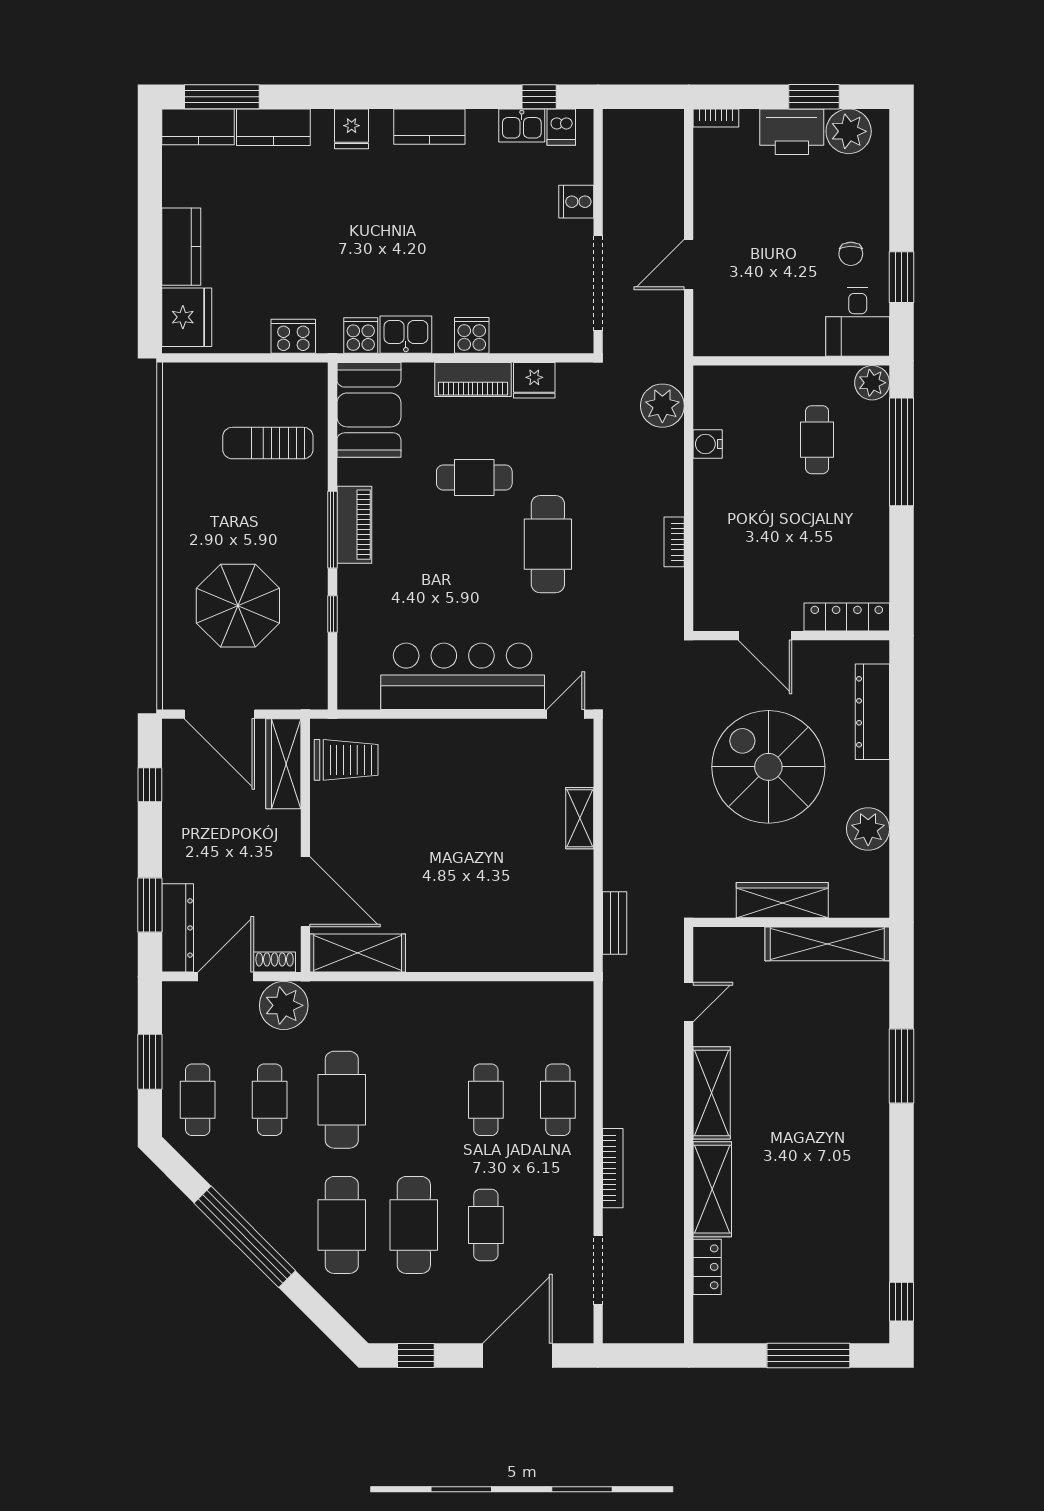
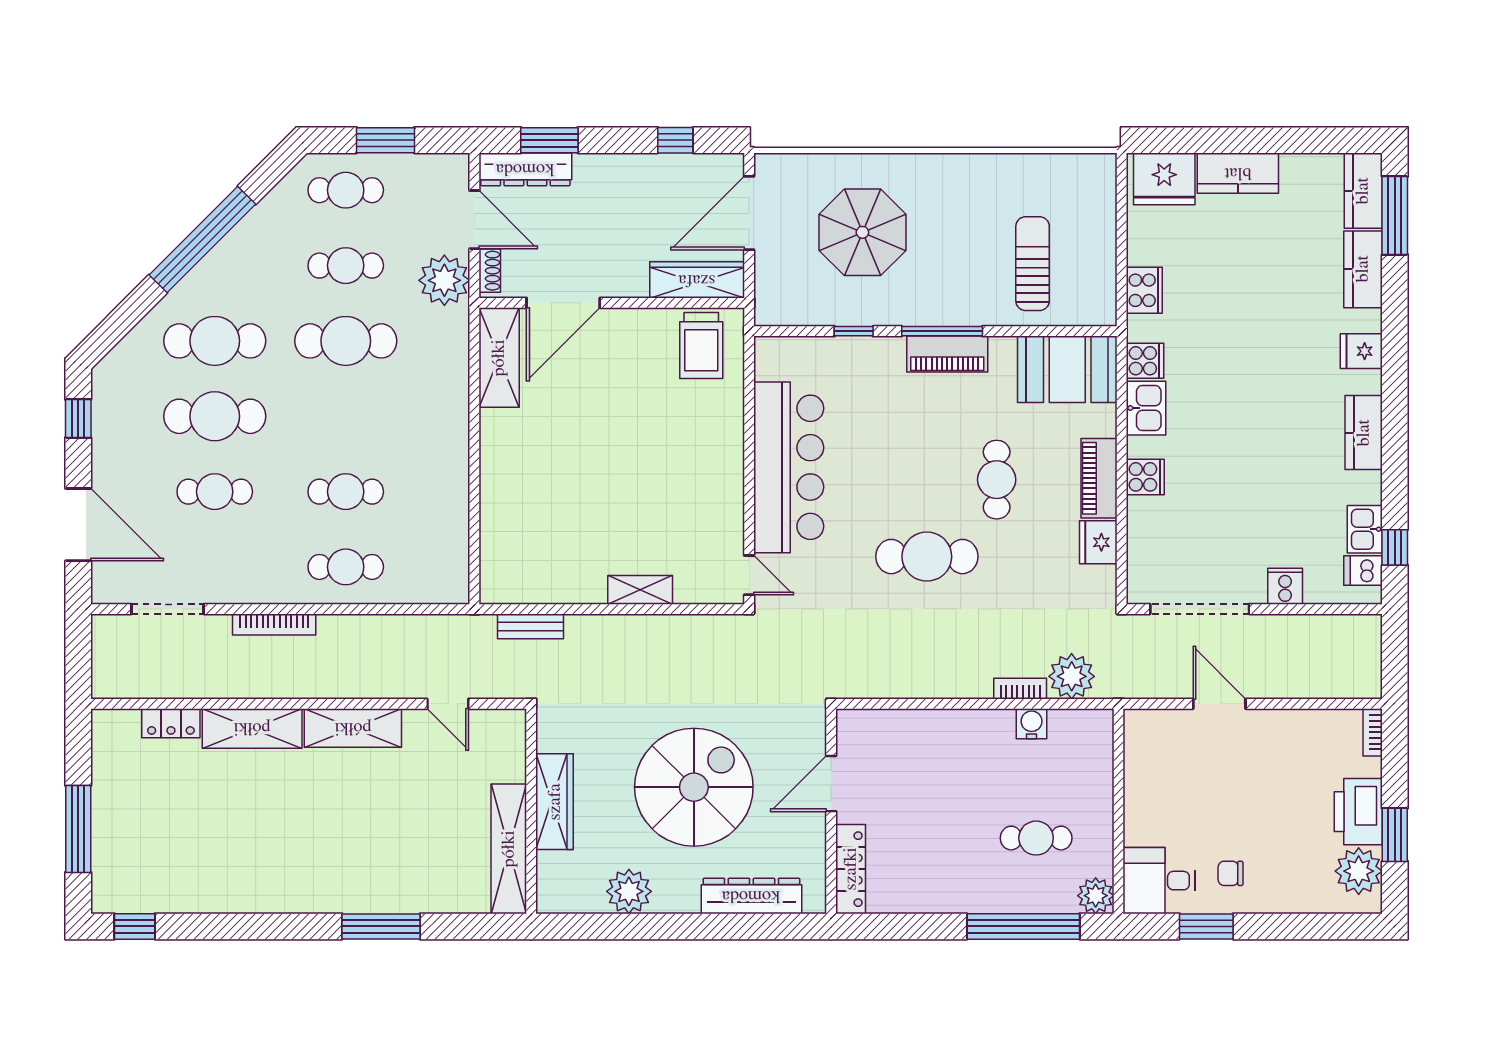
bookcase: (674, 542) -> (1020, 689), moved

